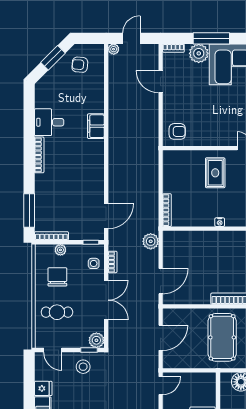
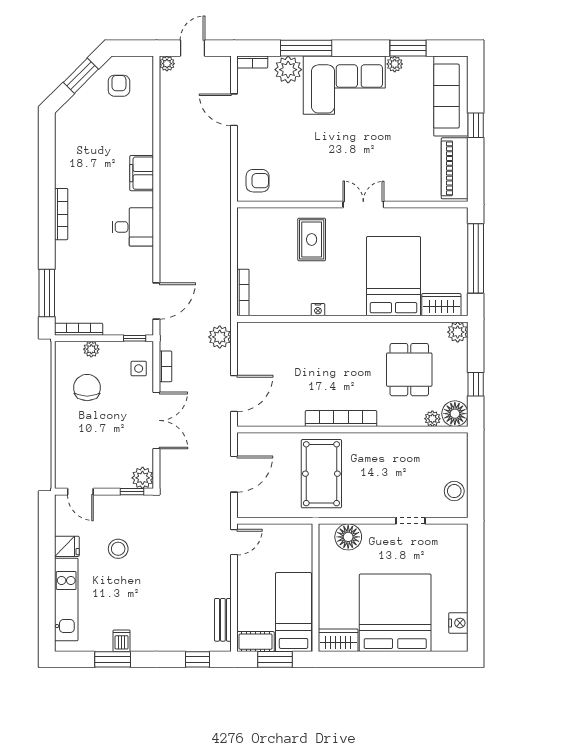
armchair: (80, 65) -> (119, 86), turned 85
desk: (49, 122) -> (133, 227), moved, turned 180
cafe table: (57, 312) -> (86, 438), removed
stool: (83, 367) -> (118, 549), moved

